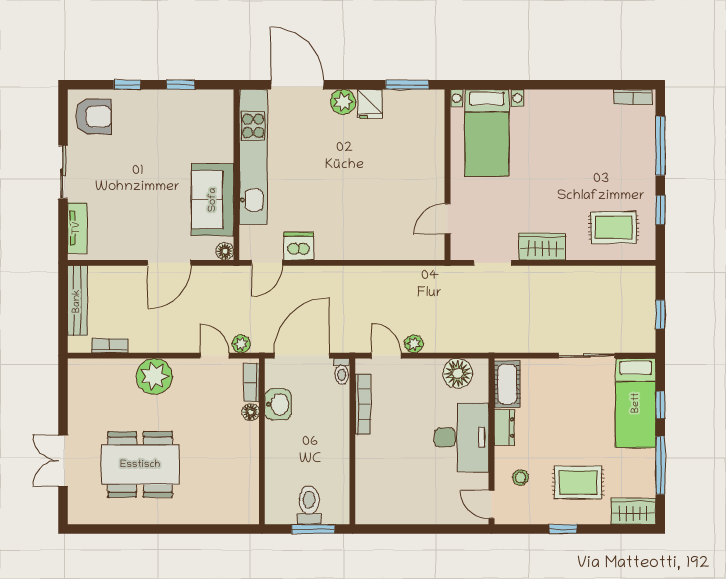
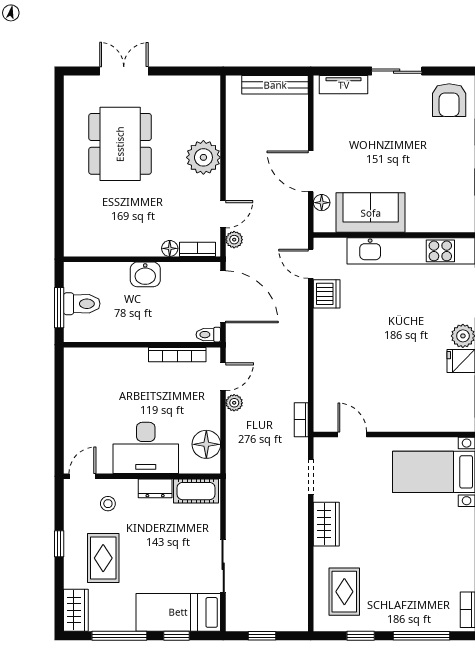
floor lamp: (225, 251) -> (322, 203), moved
bookcase: (110, 346) -> (301, 420), moved, turned 180
washbasin: (278, 404) -> (145, 274), moved

